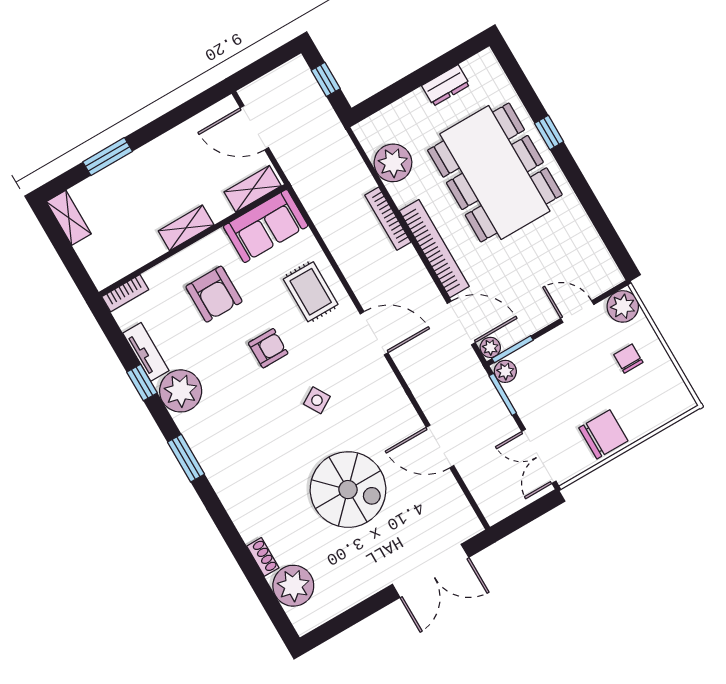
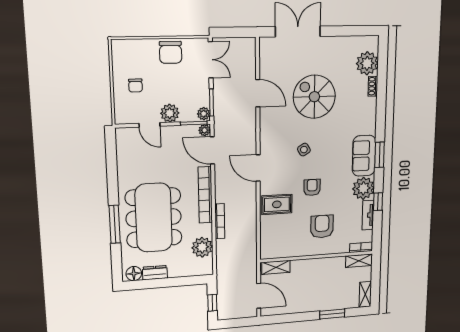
floor lamp: (478, 68) -> (134, 274), added
window: (549, 133) -> (115, 224), width x2.17
sofa: (266, 226) -> (364, 156), moved, turned -90
shelving: (186, 228) -> (359, 261), moved
rug: (311, 292) -> (277, 204), turned 90
plant: (623, 306) -> (170, 113), moved
armchair: (268, 348) -> (312, 187), turned 90
chair: (603, 434) -> (171, 52), turned -90

